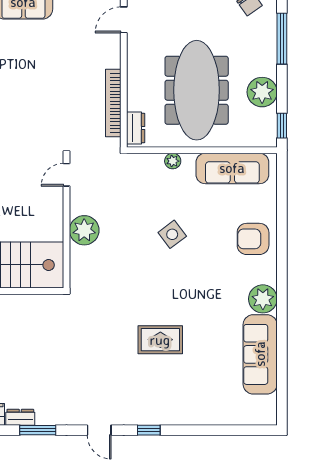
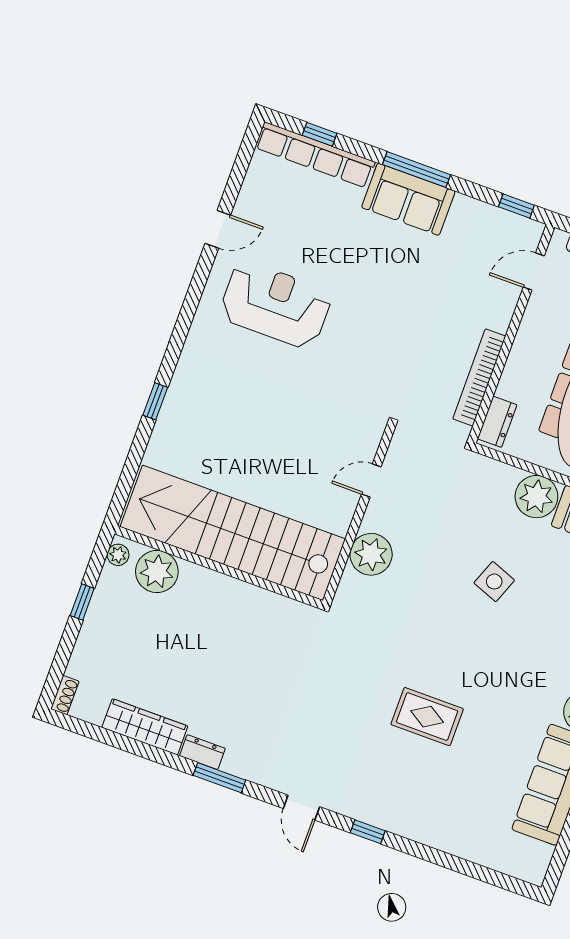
plant: (173, 161) -> (536, 497), width x1.87, depth x1.87
door: (67, 175) -> (371, 481), moved
plant: (84, 230) -> (371, 554), moved
side table: (172, 234) -> (494, 582), turned -32

